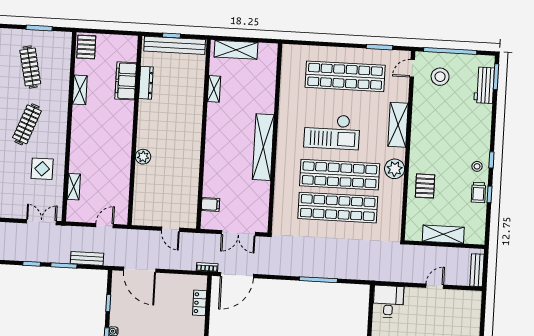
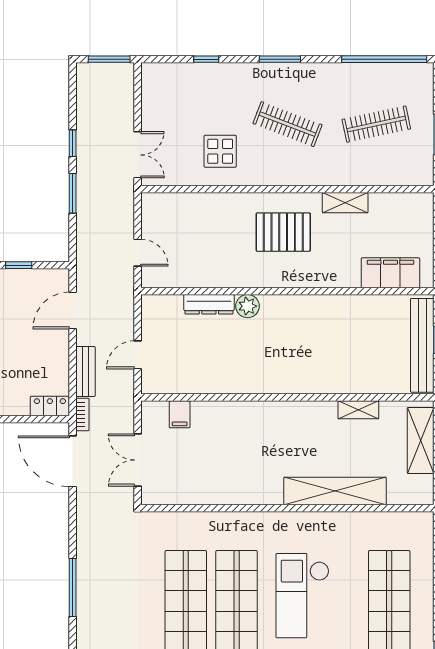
pallet: (86, 47) -> (283, 232), moved, width x1.50, depth x1.42
filing cabinet: (126, 81) -> (390, 273), moved
dresser: (146, 83) -> (209, 304), moved
shelving: (263, 147) -> (335, 491), moved
shelving: (74, 187) -> (195, 202), removed
bench: (87, 258) -> (85, 371), moved
door: (140, 270) -> (73, 311), width x0.73
locker: (200, 303) -> (50, 406), moved

